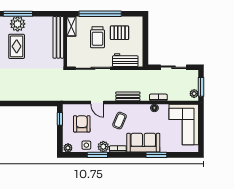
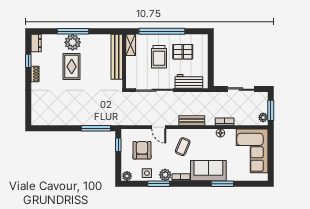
window: (39, 104) -> (96, 128), added

